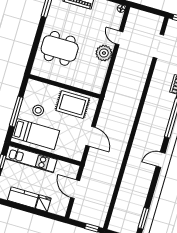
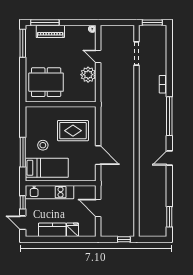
wall: (65, 86) -> (61, 104), moved

